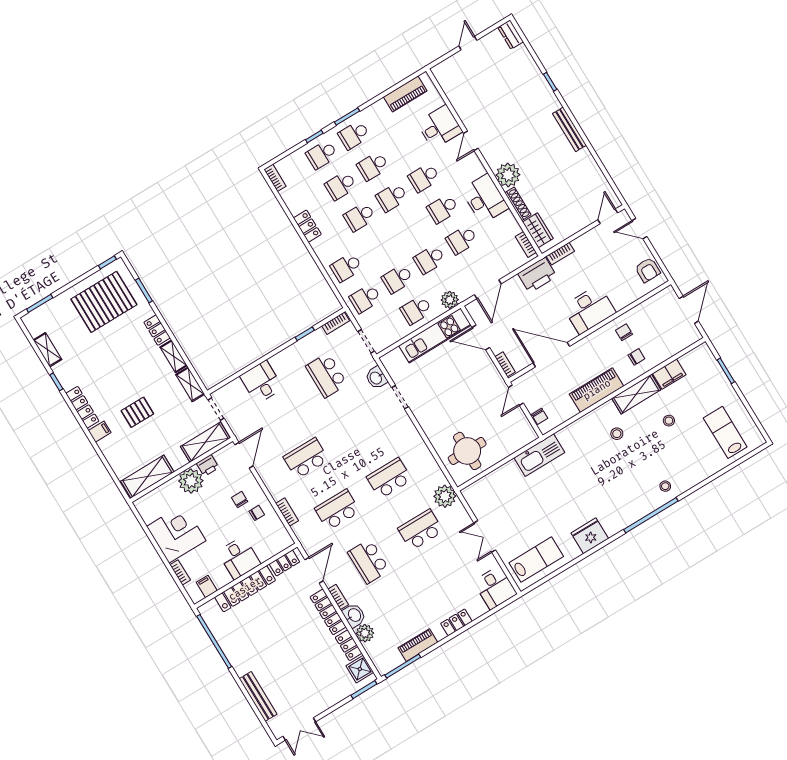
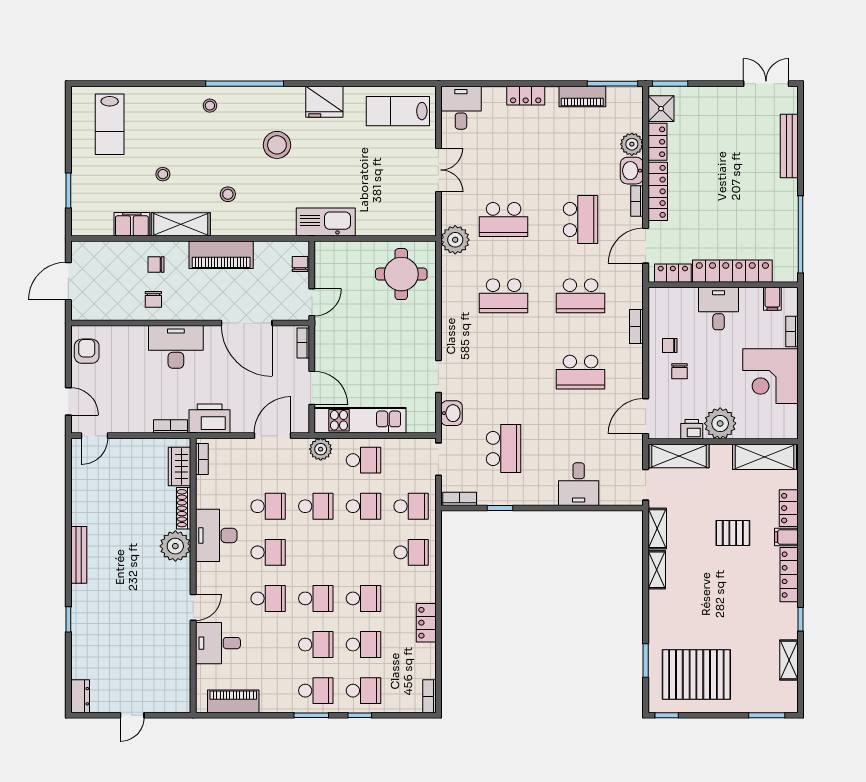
locker: (157, 330) -> (789, 508), moved, turned 180
stool: (604, 487) -> (277, 145), added

